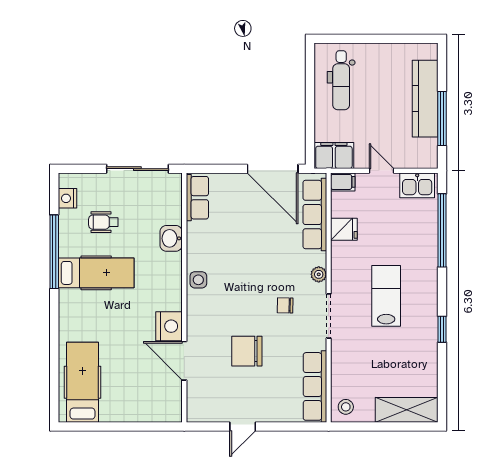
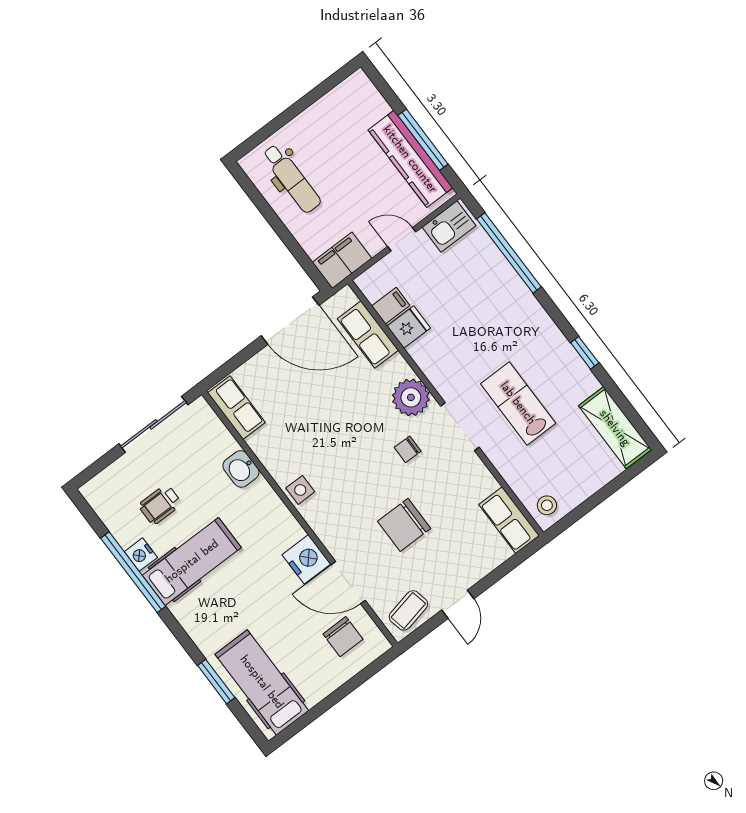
kitchen counter: (425, 99) -> (410, 159), moved
filing cabinet: (343, 182) -> (391, 306), moved
nightstand: (67, 198) -> (141, 555), moved
row of seats: (315, 214) -> (368, 335), width x0.68
plant: (319, 274) -> (411, 397), width x1.87, depth x1.87
lab bench: (386, 296) -> (518, 403), moved
window: (54, 360) -> (216, 682), added
row of seats: (315, 386) -> (509, 520), width x0.68
chair: (155, 392) -> (343, 637), added
coffee table: (209, 407) -> (408, 610), added
shelving: (407, 410) -> (615, 428), moved, turned 90

